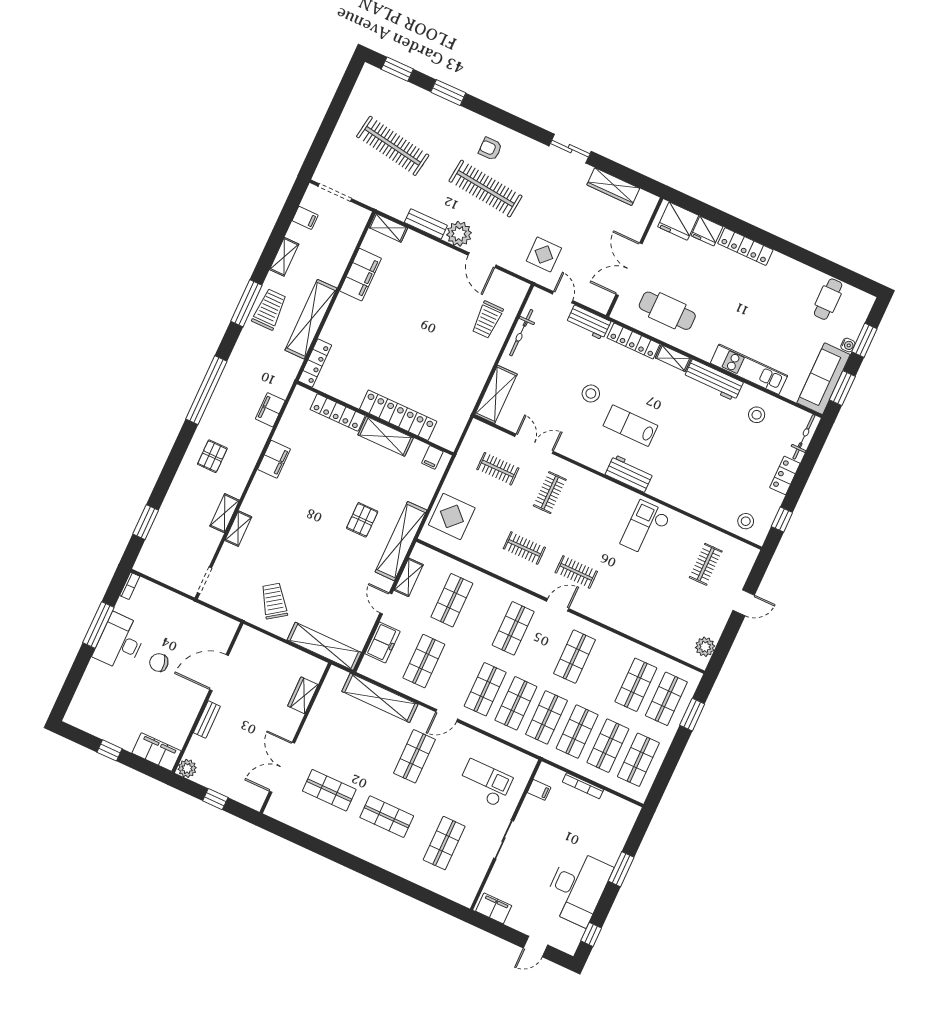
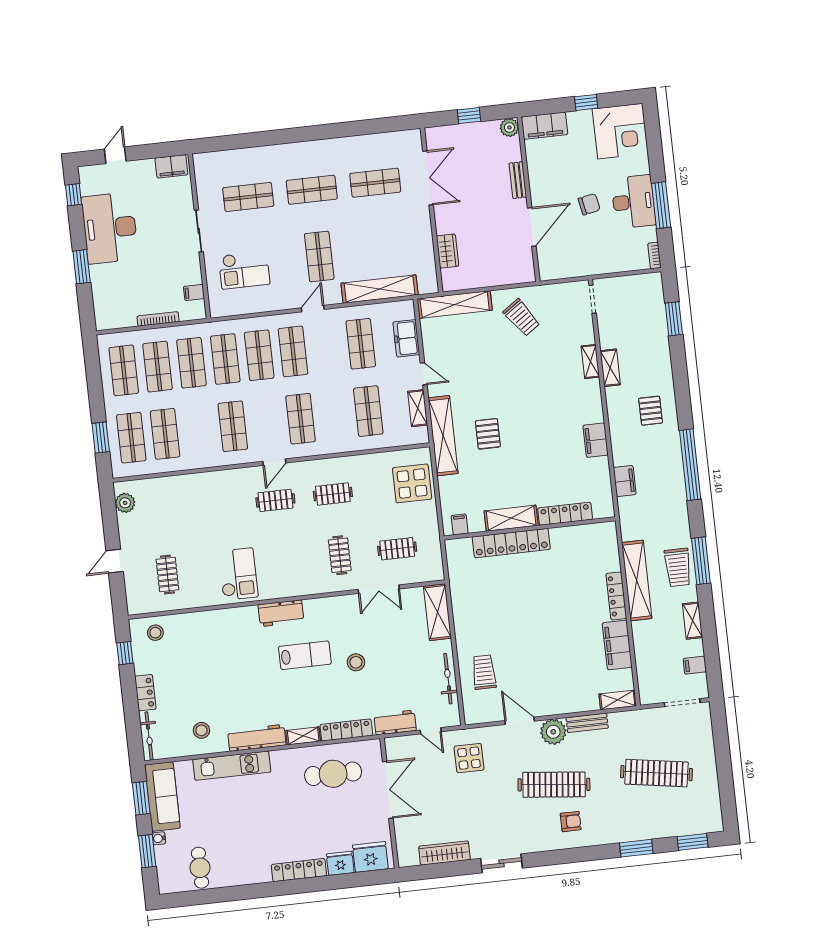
locker: (315, 363) -> (616, 596), moved
corner desk: (95, 709) -> (620, 131), added
shop shelf: (444, 843) -> (248, 197), turned 90

